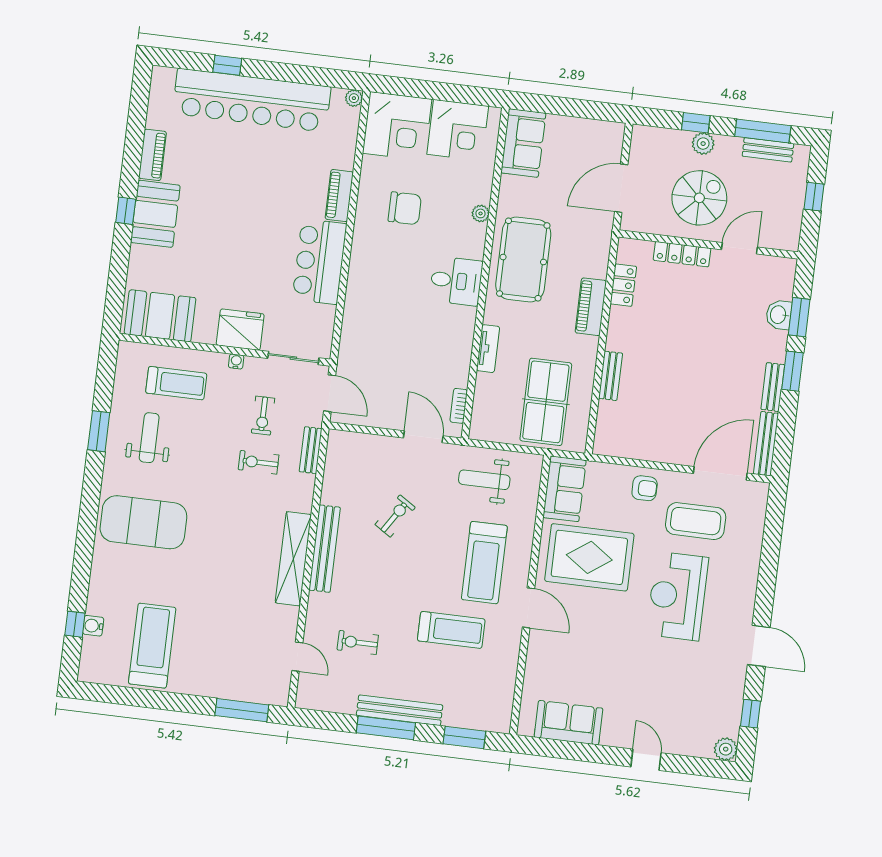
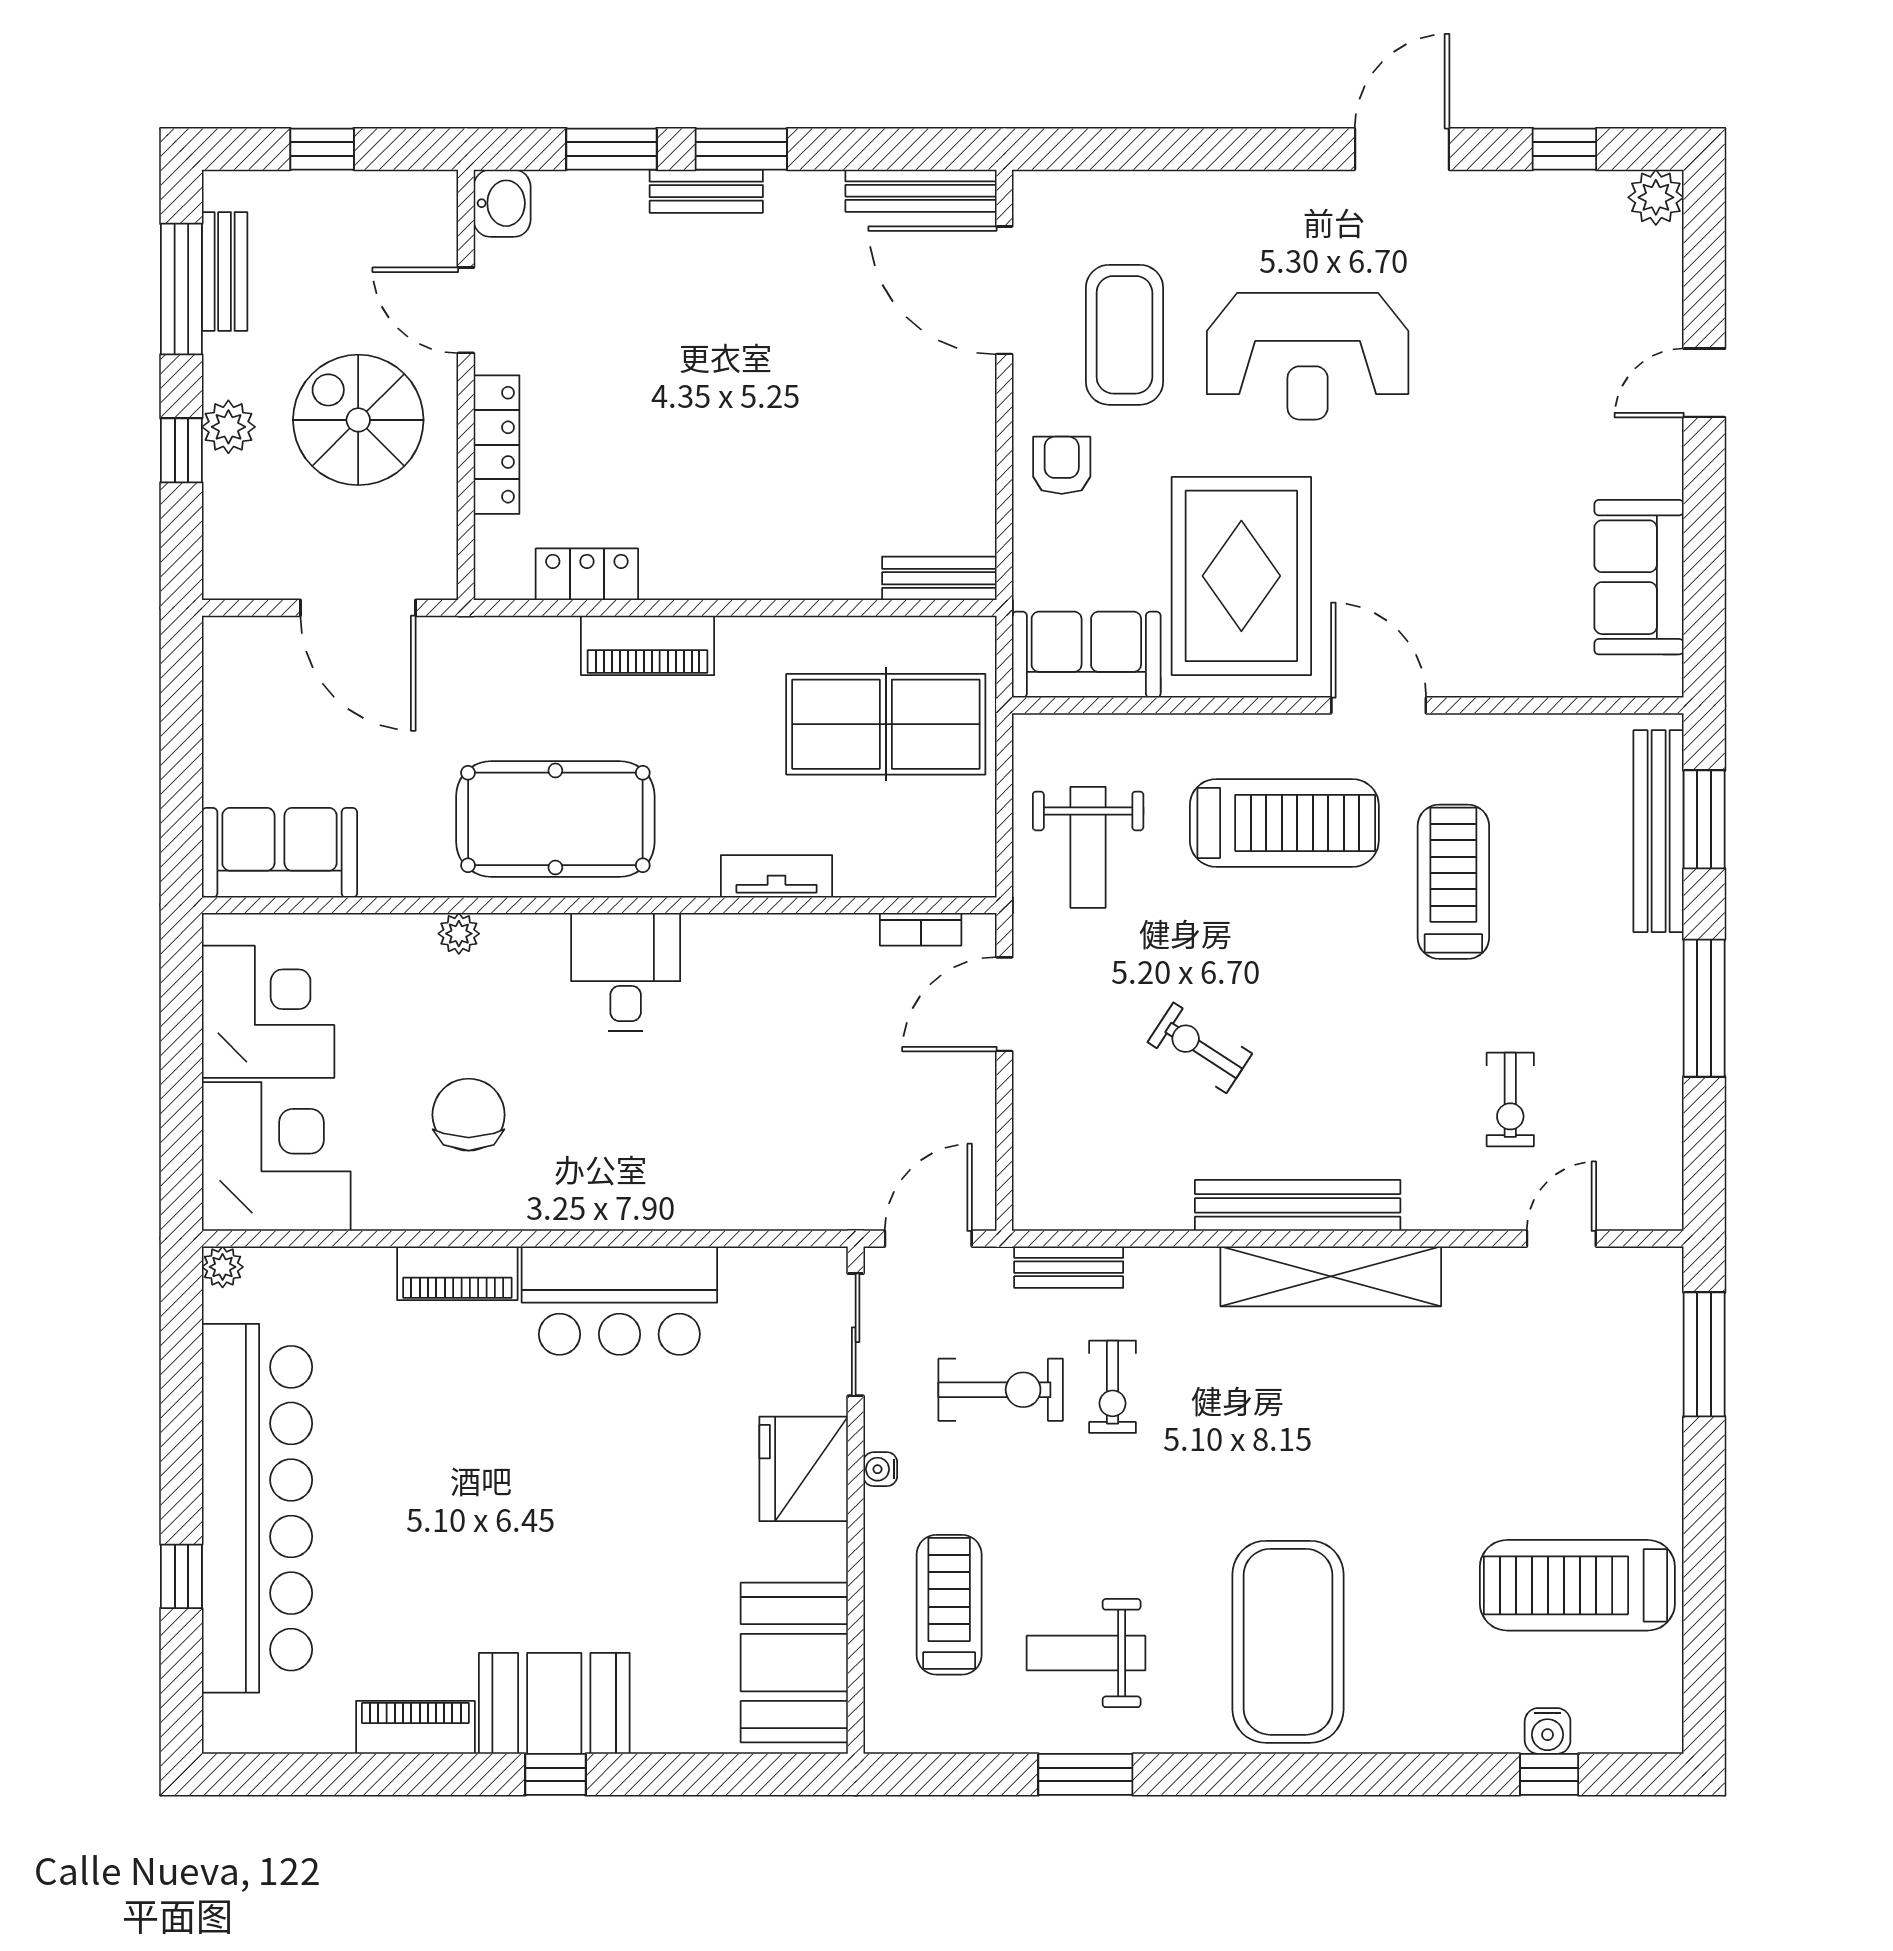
washbasin: (779, 315) -> (502, 203), moved, turned -90
bench: (611, 376) -> (939, 578), moved
bench: (773, 387) -> (706, 191), moved
exercise bike: (263, 416) -> (1001, 1390), width x1.38, depth x1.39
door: (528, 608) -> (1379, 705), hinge flipped
bench: (400, 710) -> (1659, 831), moved

